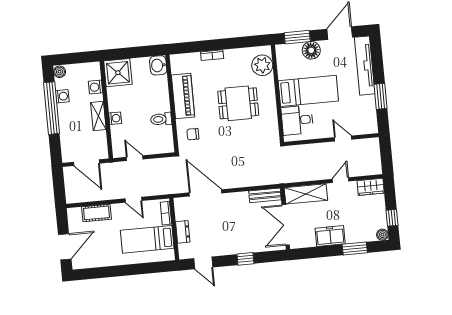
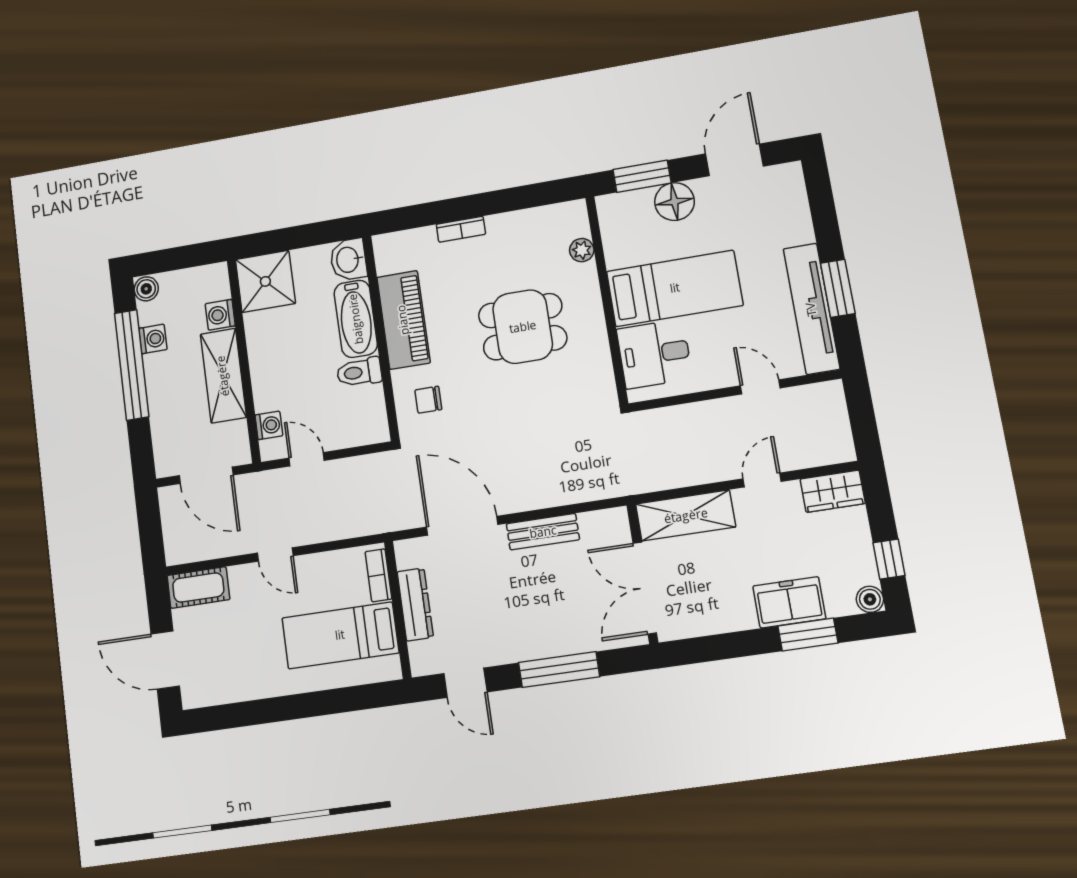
plant: (262, 65) -> (582, 250), width x0.53, depth x0.53
tv unit: (365, 66) -> (811, 309), moved
bathtub: (160, 94) -> (356, 319), added
shelving: (98, 116) -> (223, 376), width x1.50, depth x1.33
washing machine: (115, 118) -> (269, 425), moved
bench: (265, 195) -> (543, 532), moved
door: (133, 200) -> (275, 554), moved
cot: (97, 213) -> (198, 588), moved
dresser: (183, 232) -> (415, 604), width x1.44
freezer: (330, 236) -> (789, 602), moved
door: (65, 247) -> (165, 660), swing flipped
window: (245, 259) -> (559, 670), width x2.17

